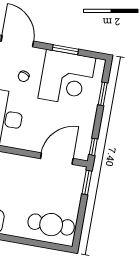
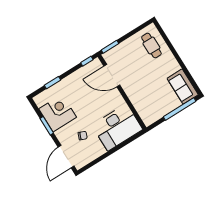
corner desk: (67, 78) -> (58, 113), width x0.74, depth x0.74
cafe table: (51, 225) -> (151, 45), width x0.73, depth x0.74

